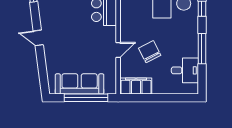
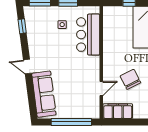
door: (118, 50) -> (101, 88), moved
sofa: (80, 84) -> (44, 94), moved, turned 83

